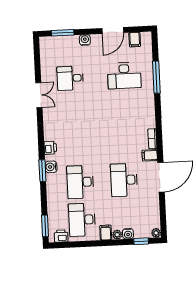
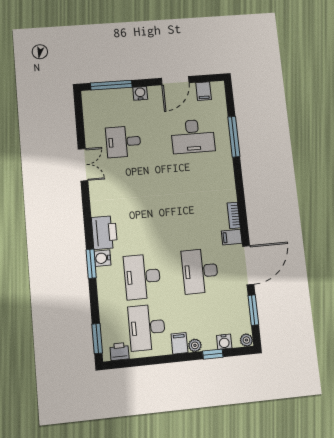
window: (63, 33) -> (111, 85), width x1.44
printer: (50, 148) -> (104, 233), width x1.87, depth x1.48
window: (163, 211) -> (253, 310), added
water cooler: (128, 234) -> (224, 342), moved
window: (141, 241) -> (213, 354), moved

